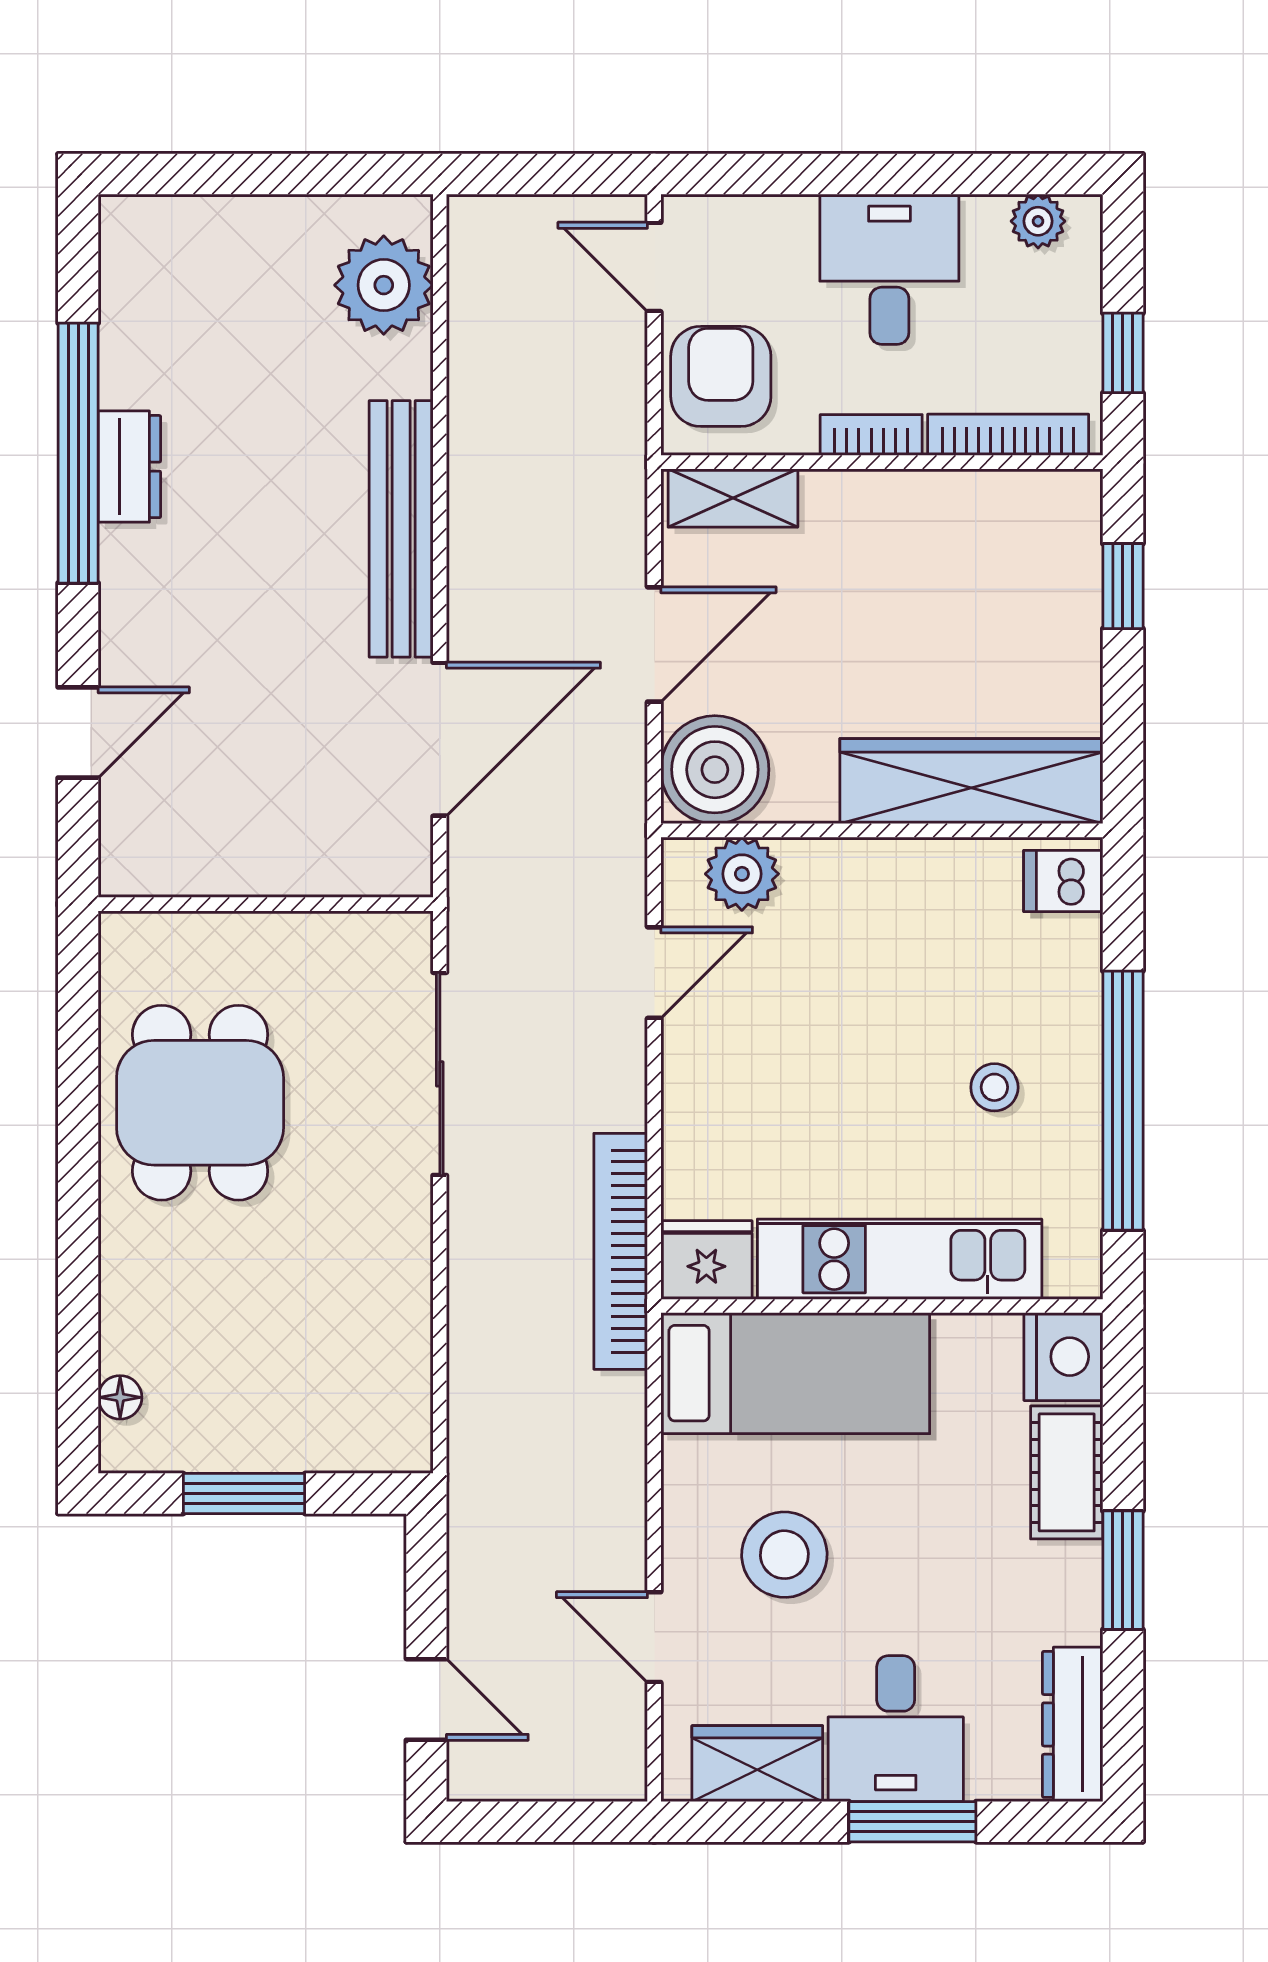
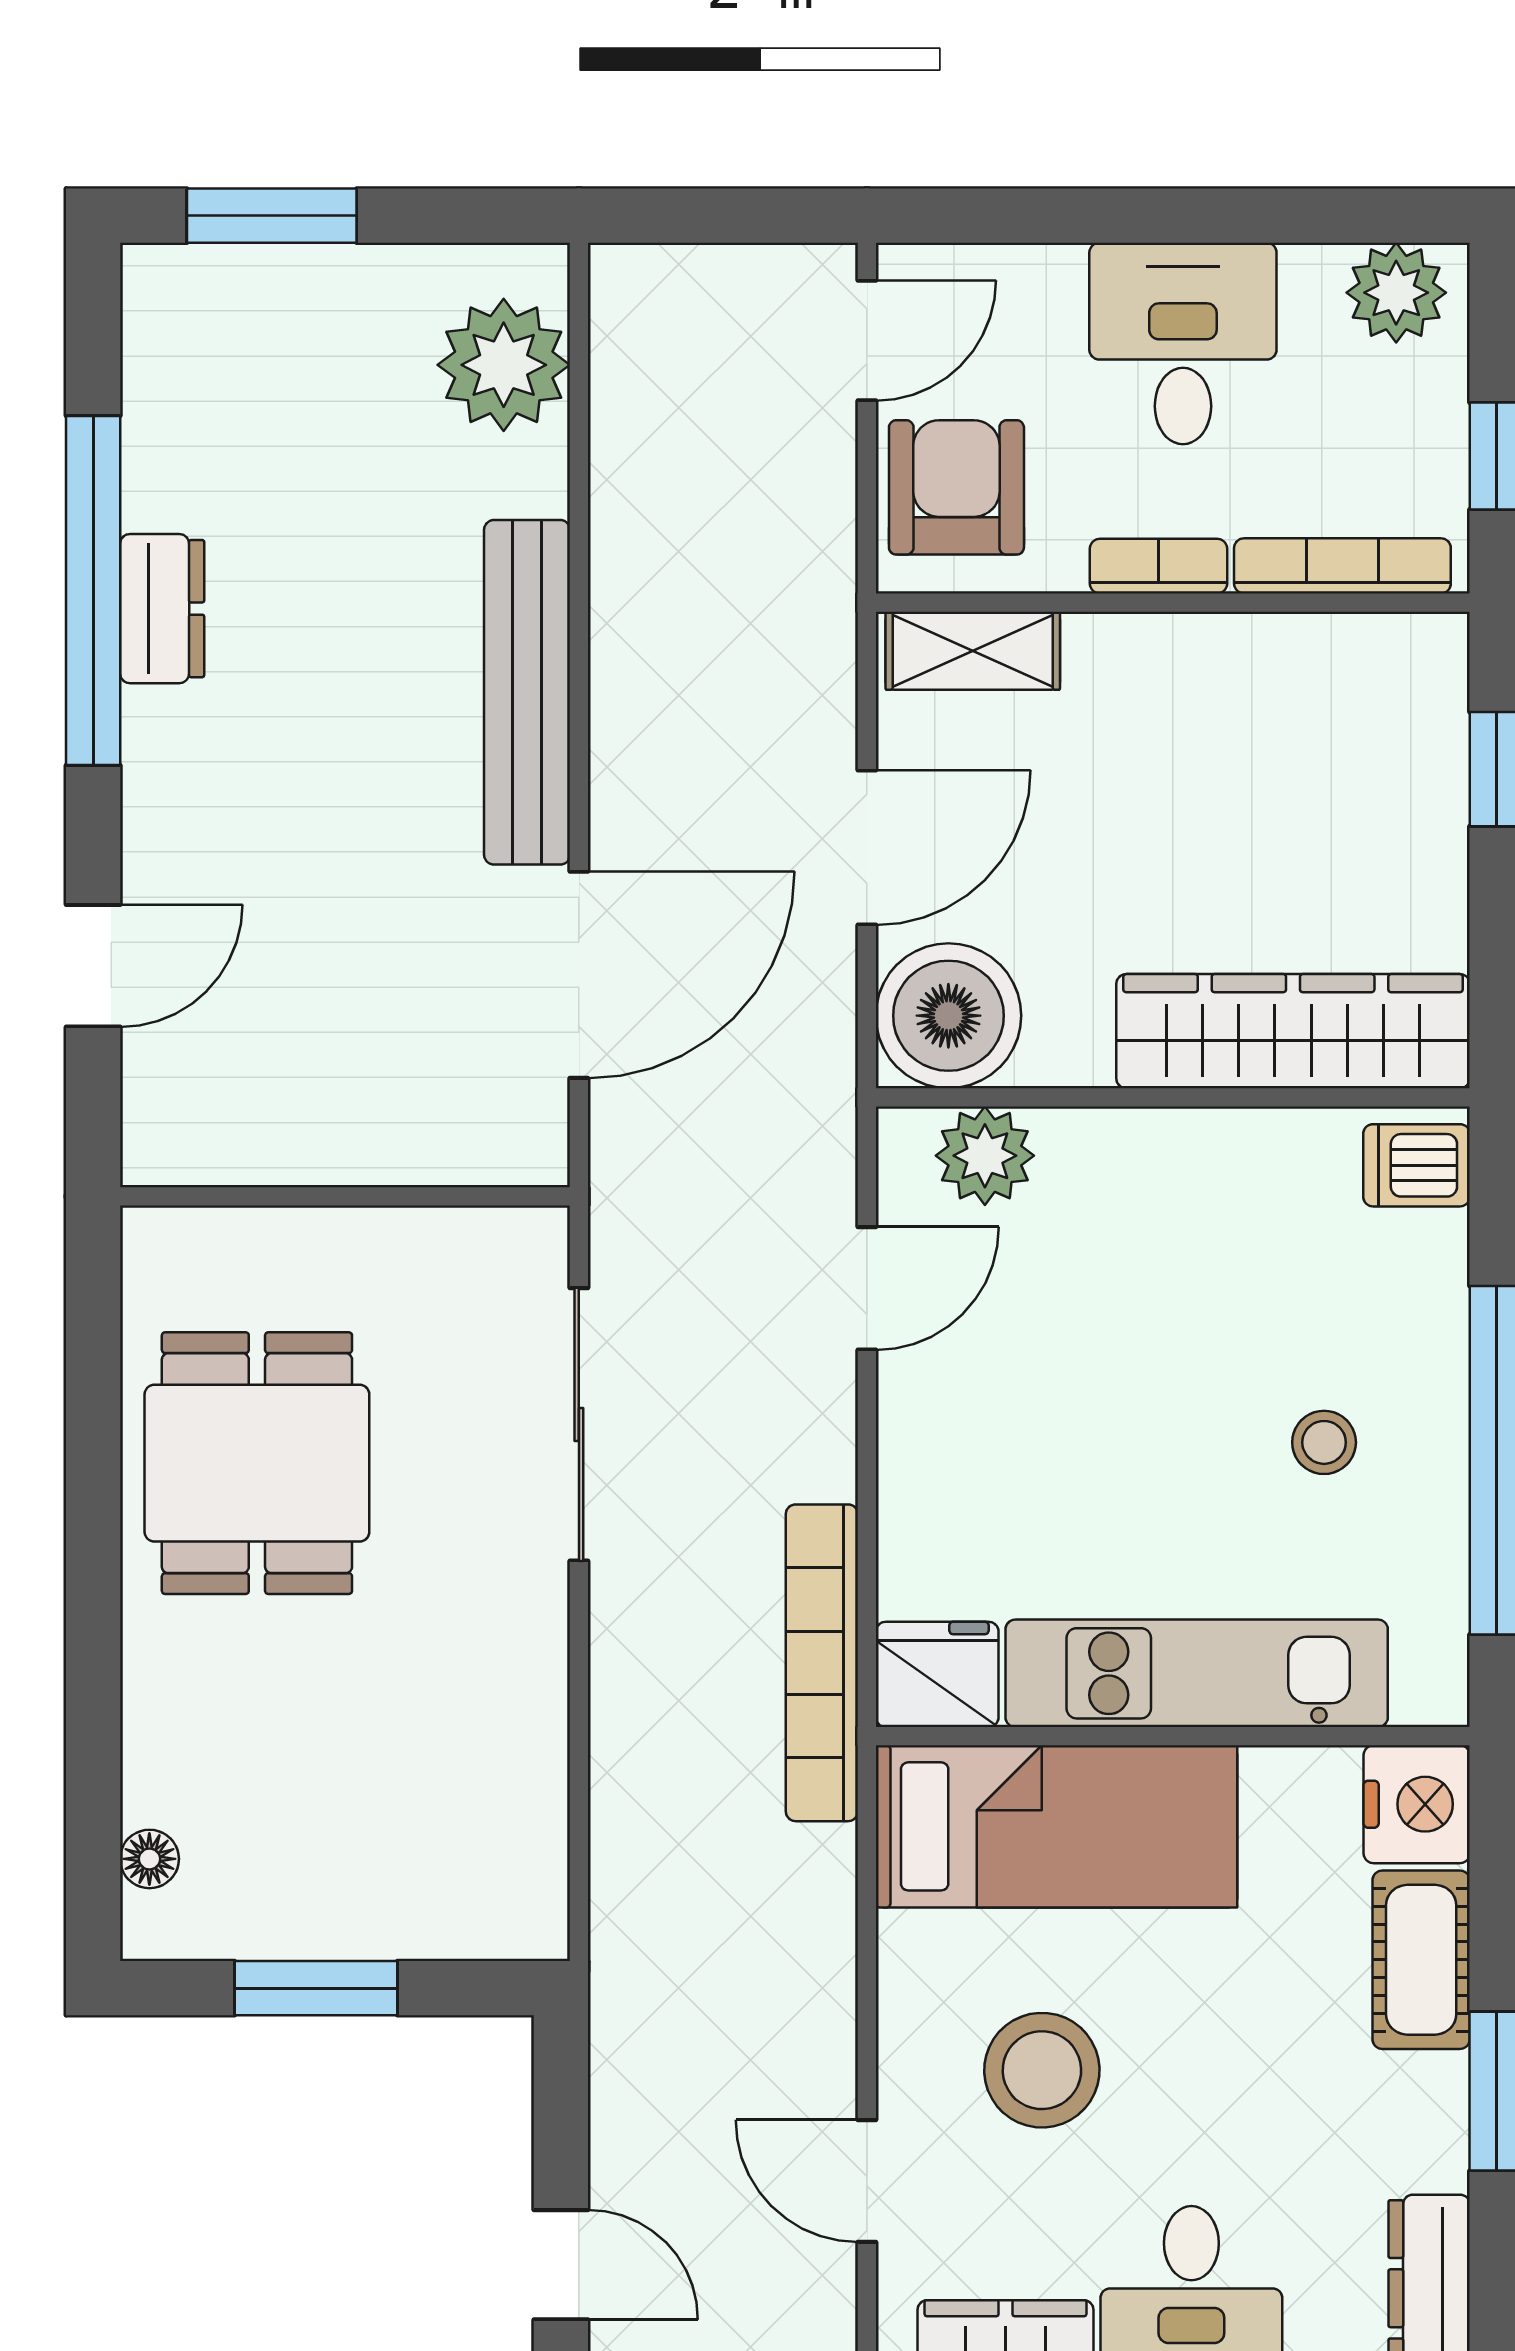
window: (211, 174) -> (272, 216), added
plant: (1038, 221) -> (1396, 293), width x1.38, depth x1.38
door: (654, 267) -> (867, 340), swing flipped

